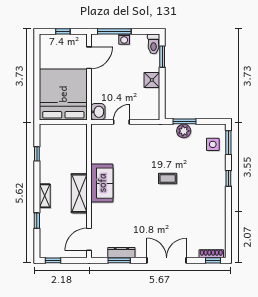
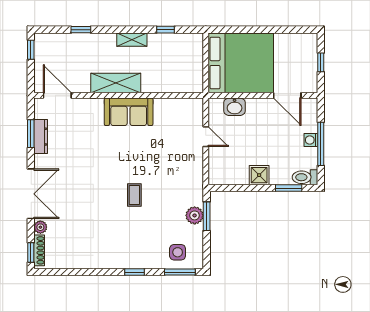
window: (114, 31) -> (321, 144), moved
washbasin: (98, 112) -> (235, 107), moved
shelving: (45, 196) -> (132, 40), moved
plant: (193, 253) -> (40, 227), added

